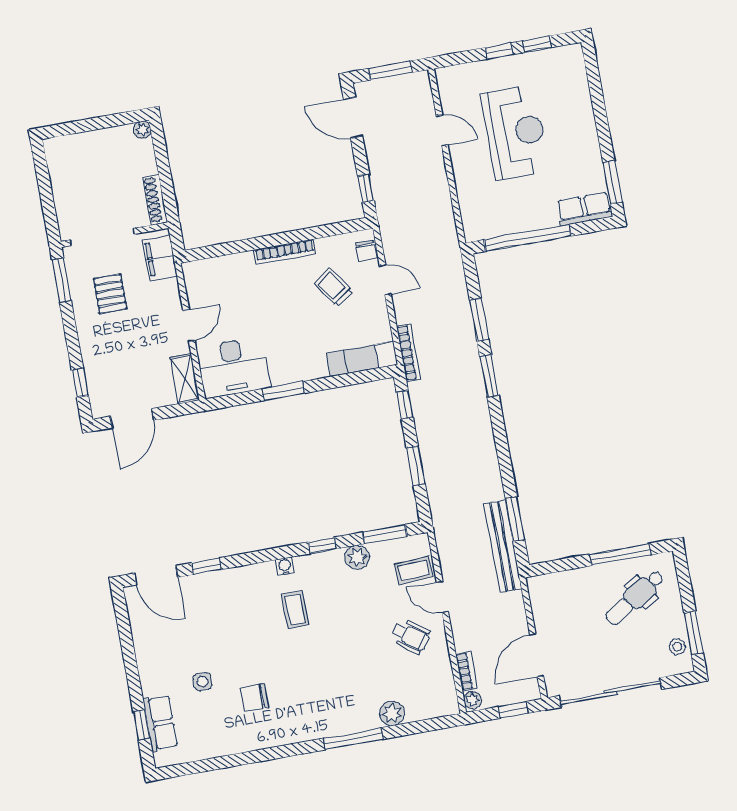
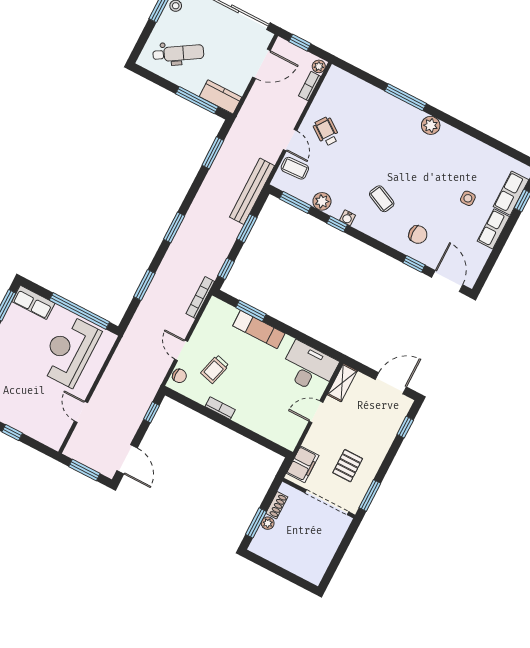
plant: (142, 130) -> (268, 523), moved
reception desk: (515, 132) -> (69, 351), moved
window: (161, 156) -> (256, 523), added
shoe rack: (155, 199) -> (277, 505), width x0.70
chair: (366, 251) -> (179, 376), turned 90
bookcase: (285, 252) -> (220, 408), width x0.64
trolley: (333, 287) -> (215, 369), turned 50
exam couch: (362, 359) -> (259, 330), moved
window: (489, 376) -> (174, 227), moved
window: (283, 391) -> (251, 311), moved
bench: (503, 546) -> (252, 191), moved
window: (620, 554) -> (197, 100), moved
water cooler: (285, 566) -> (347, 218), moved
kitchen counter: (553, 586) -> (220, 97), added
coffee table: (295, 610) -> (382, 199), turned -65
row of seats: (150, 670) -> (493, 229), added
chair: (255, 697) -> (418, 235), moved
plant: (392, 713) -> (431, 125), moved

